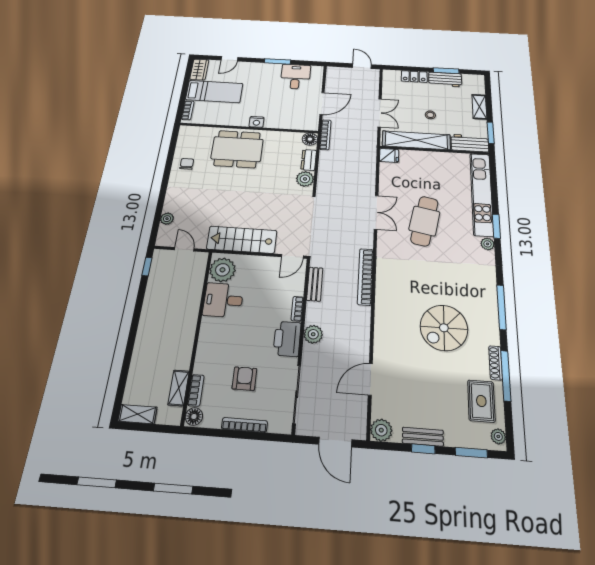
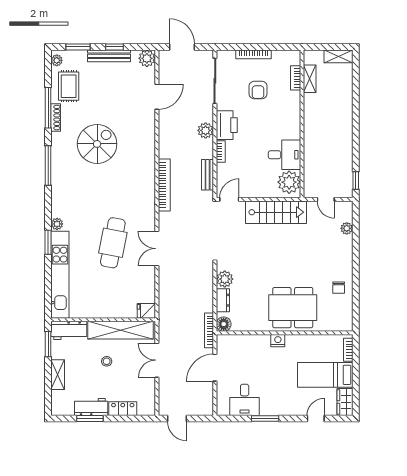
floor lamp: (194, 417) -> (294, 58), removed
bench: (423, 437) -> (109, 56), width x1.36

